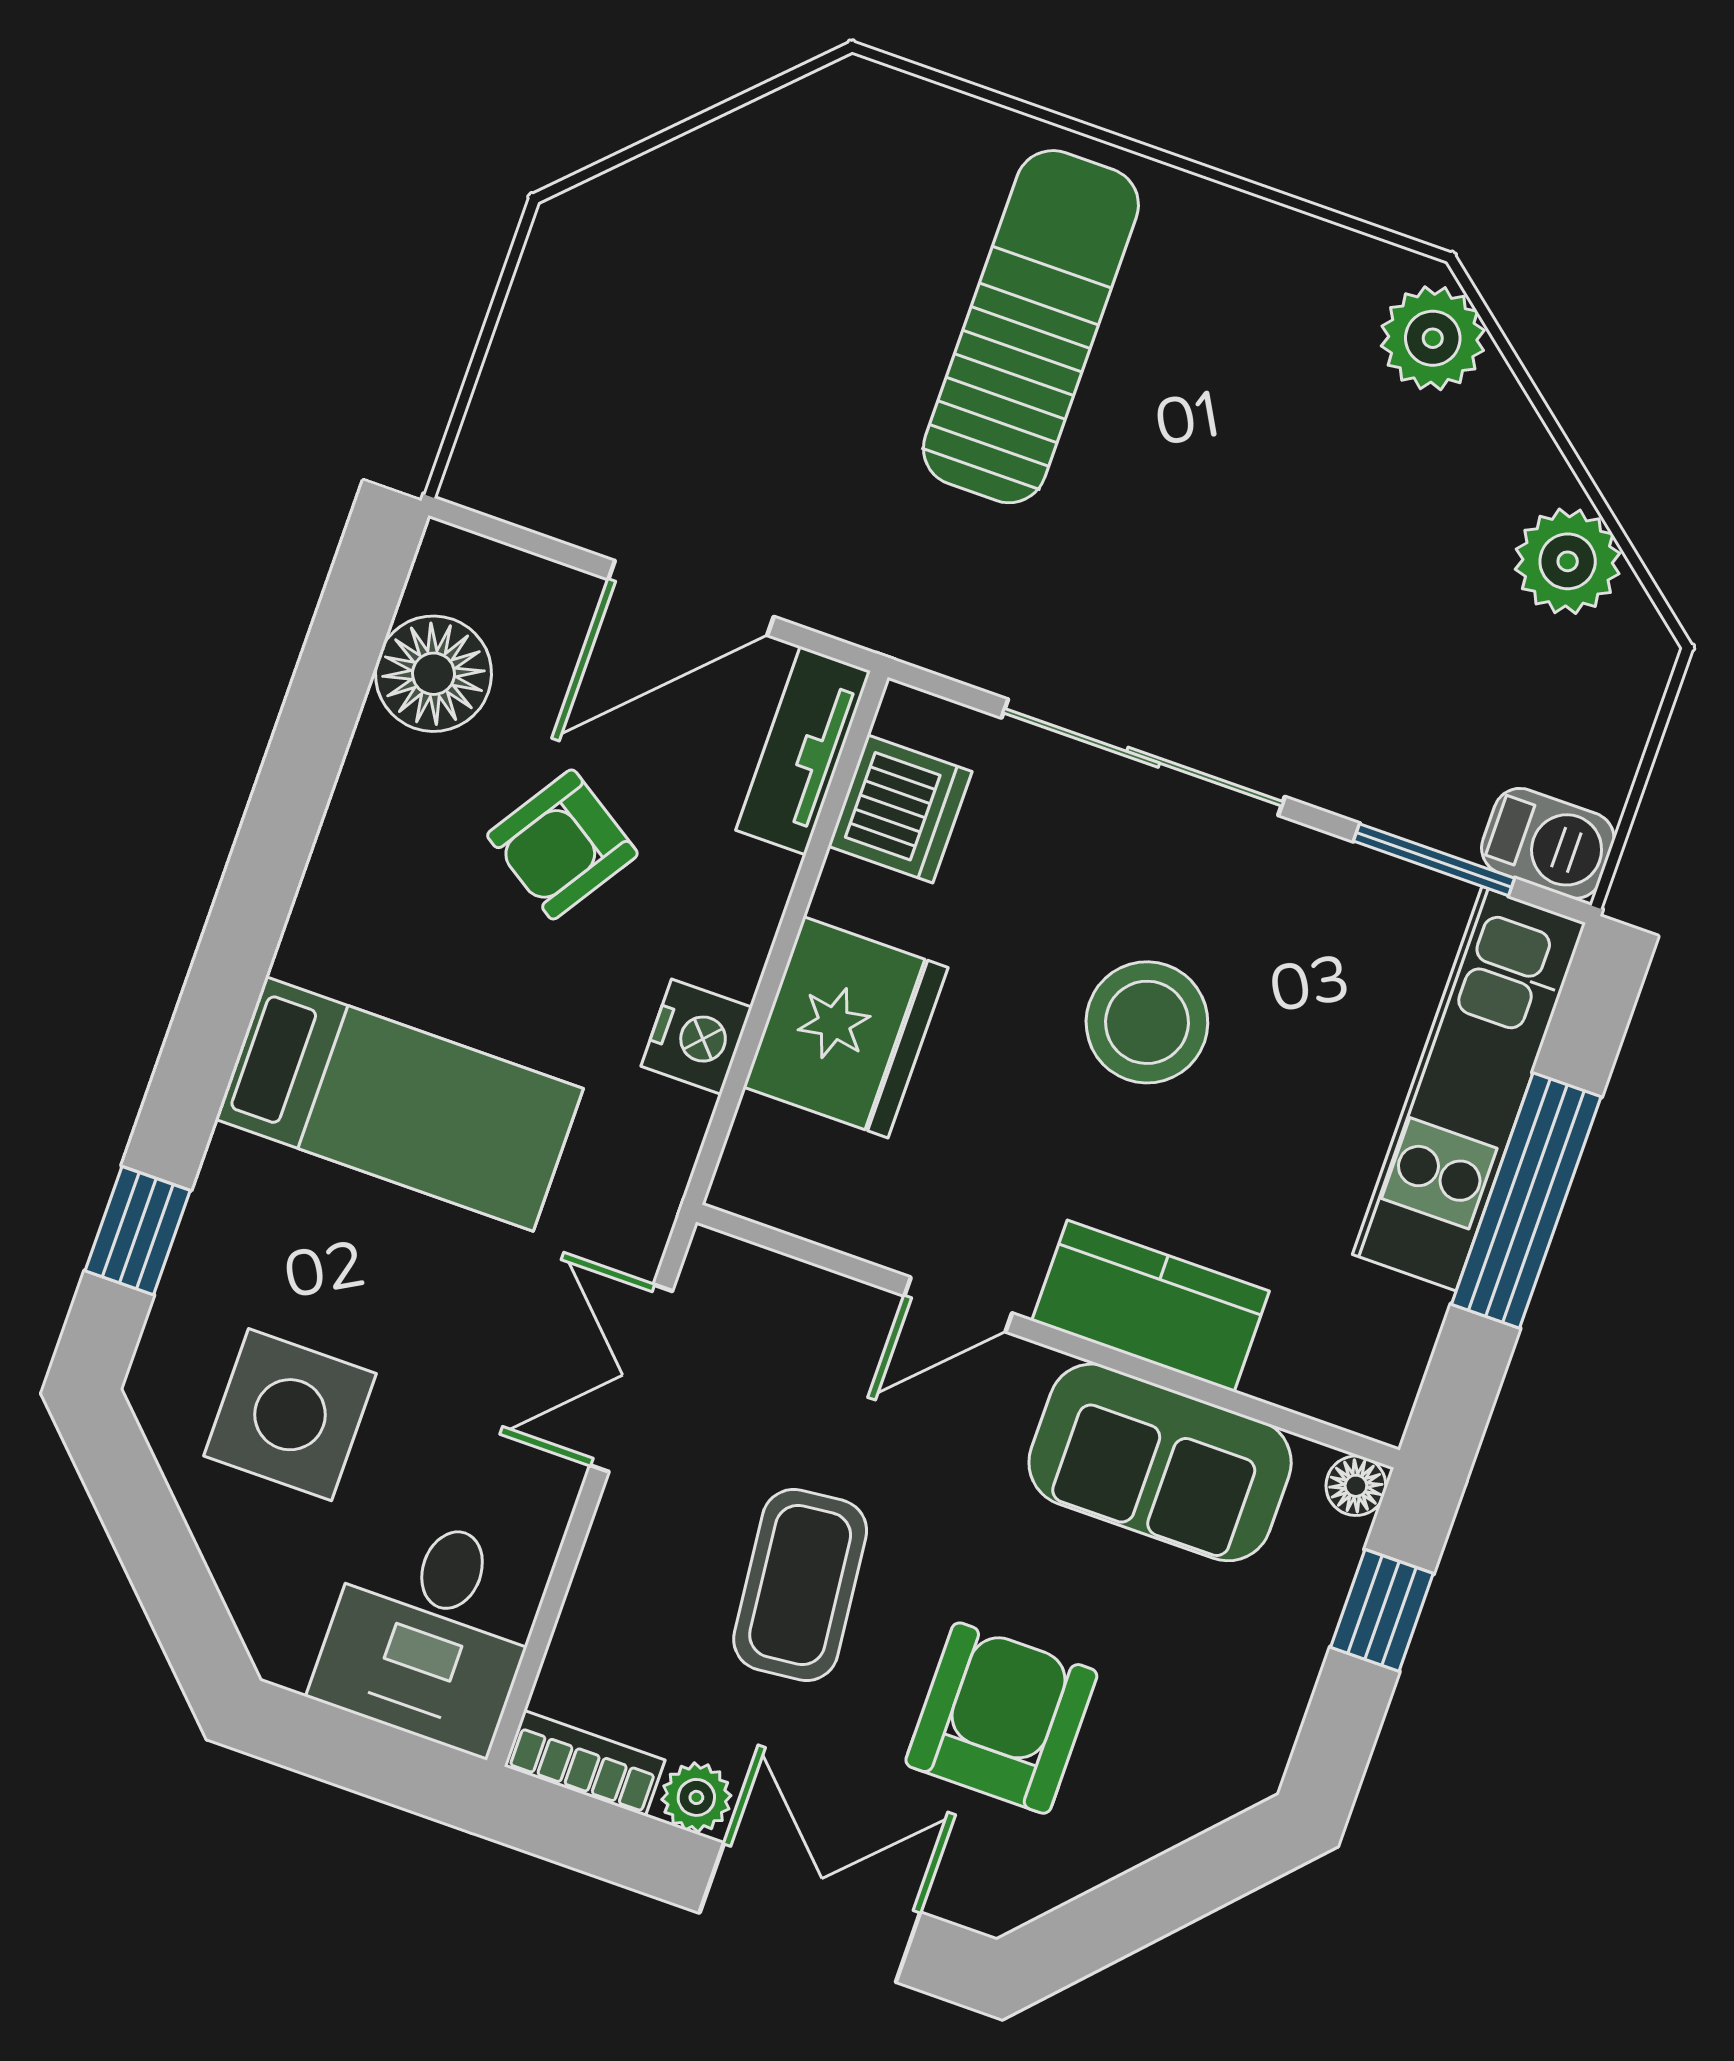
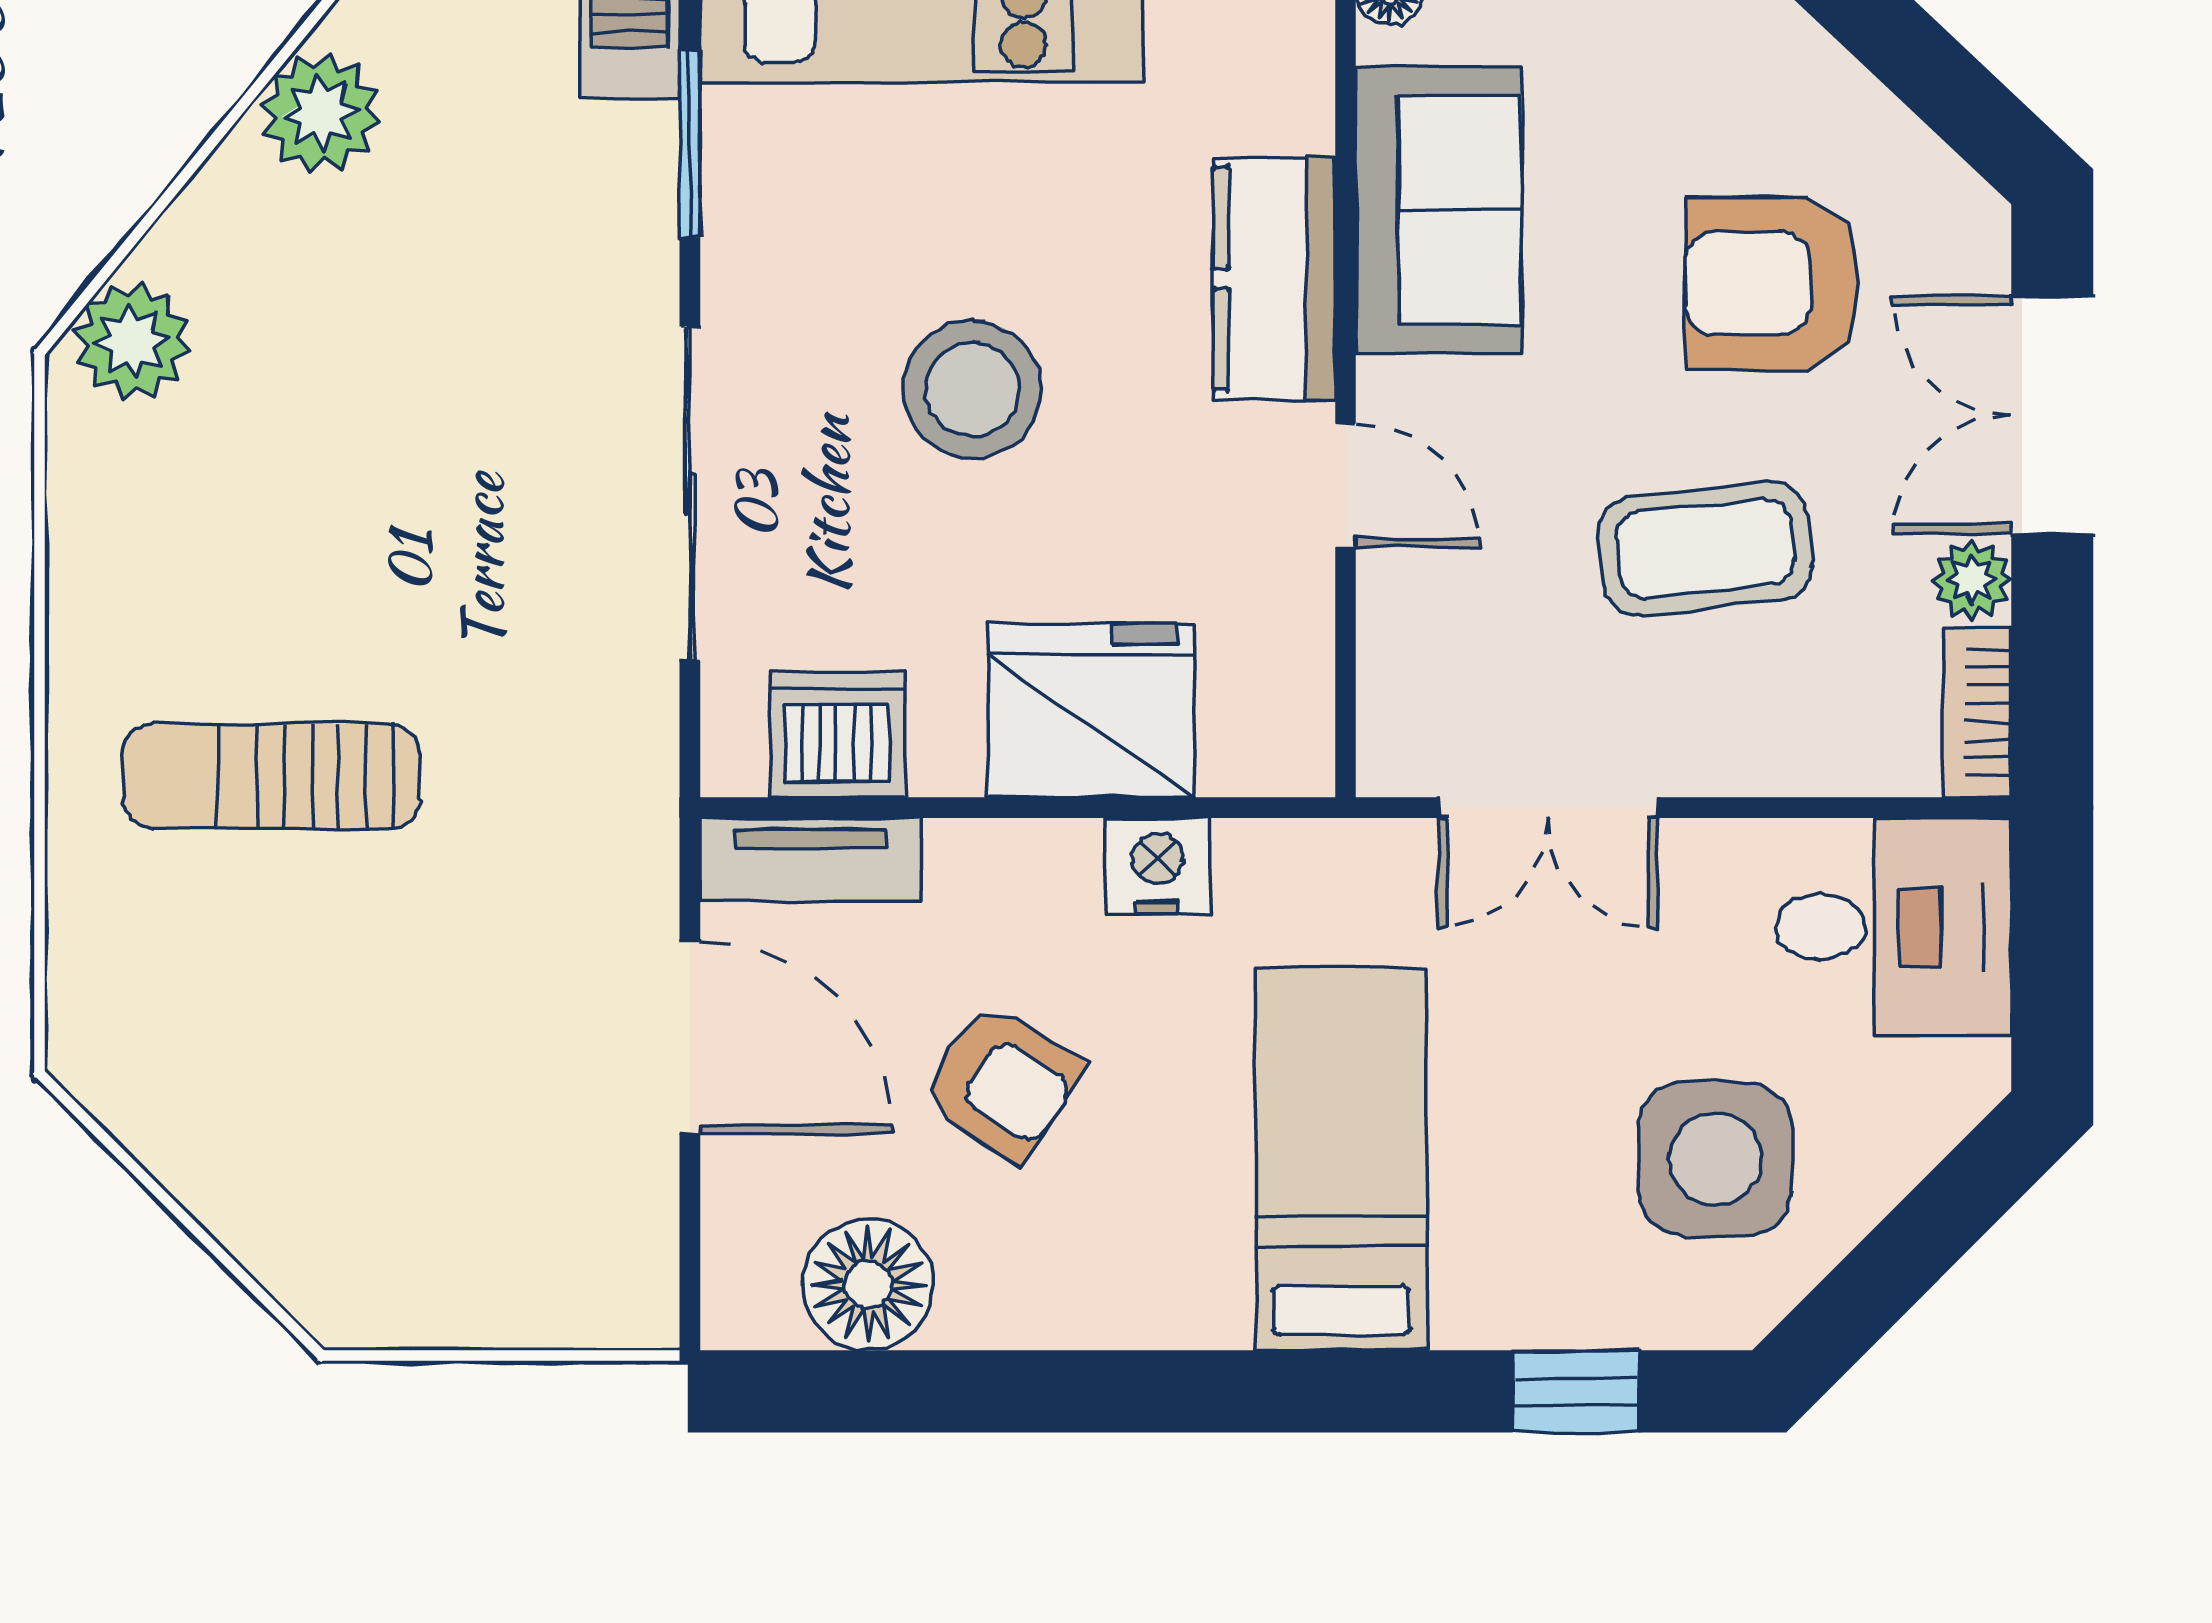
sun lounger: (1031, 327) -> (271, 776), width x0.73, depth x0.75

